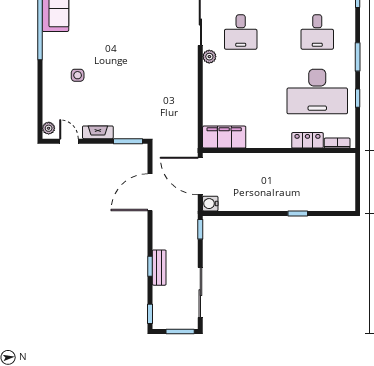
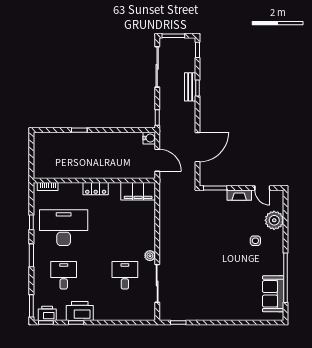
plant: (49, 128) -> (274, 220), moved, width x1.88, depth x1.88
locker: (307, 140) -> (96, 189), moved
door: (200, 176) -> (157, 160), width x0.73

